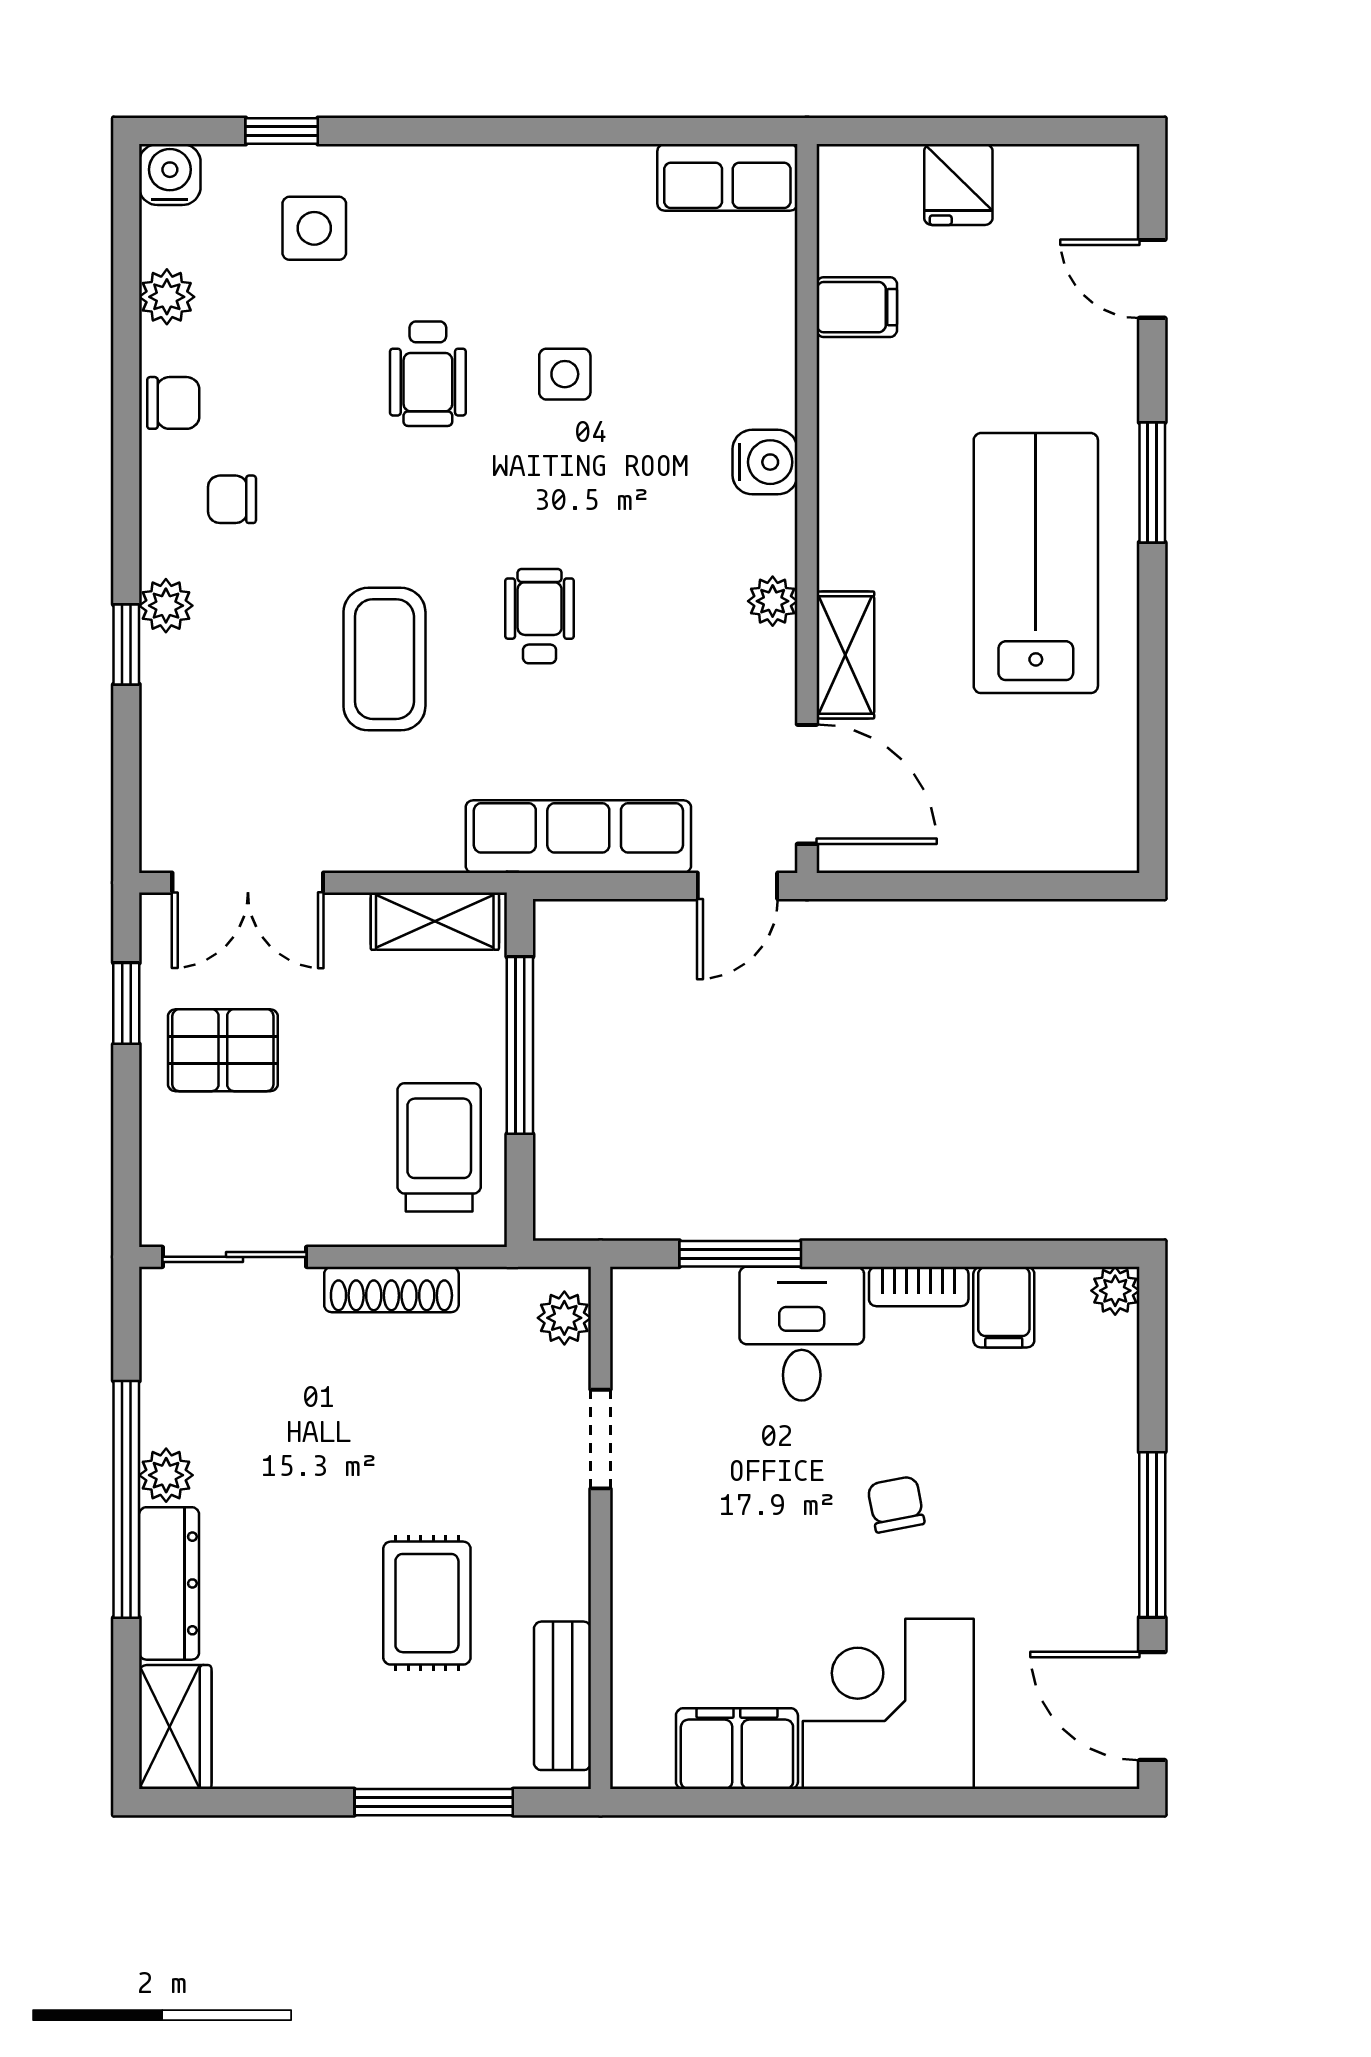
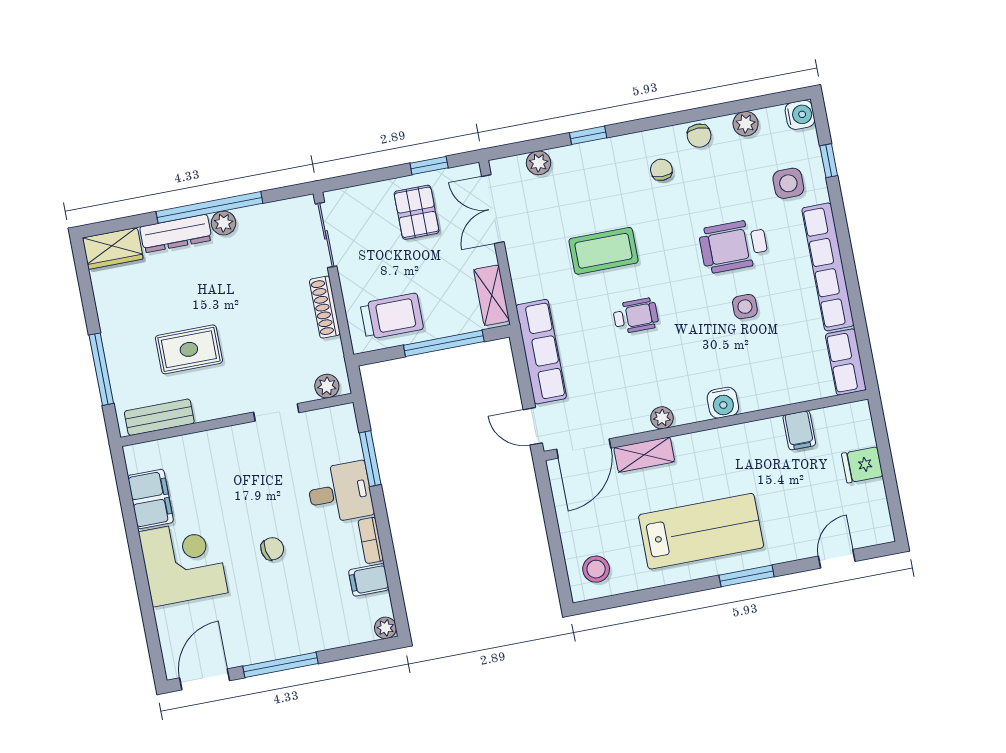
row of seats: (513, 177) -> (828, 267), added
wheelchair: (428, 374) -> (734, 246), width x1.36, depth x1.37
plant: (166, 606) -> (539, 163), moved
stool: (1075, 808) -> (596, 569), added

